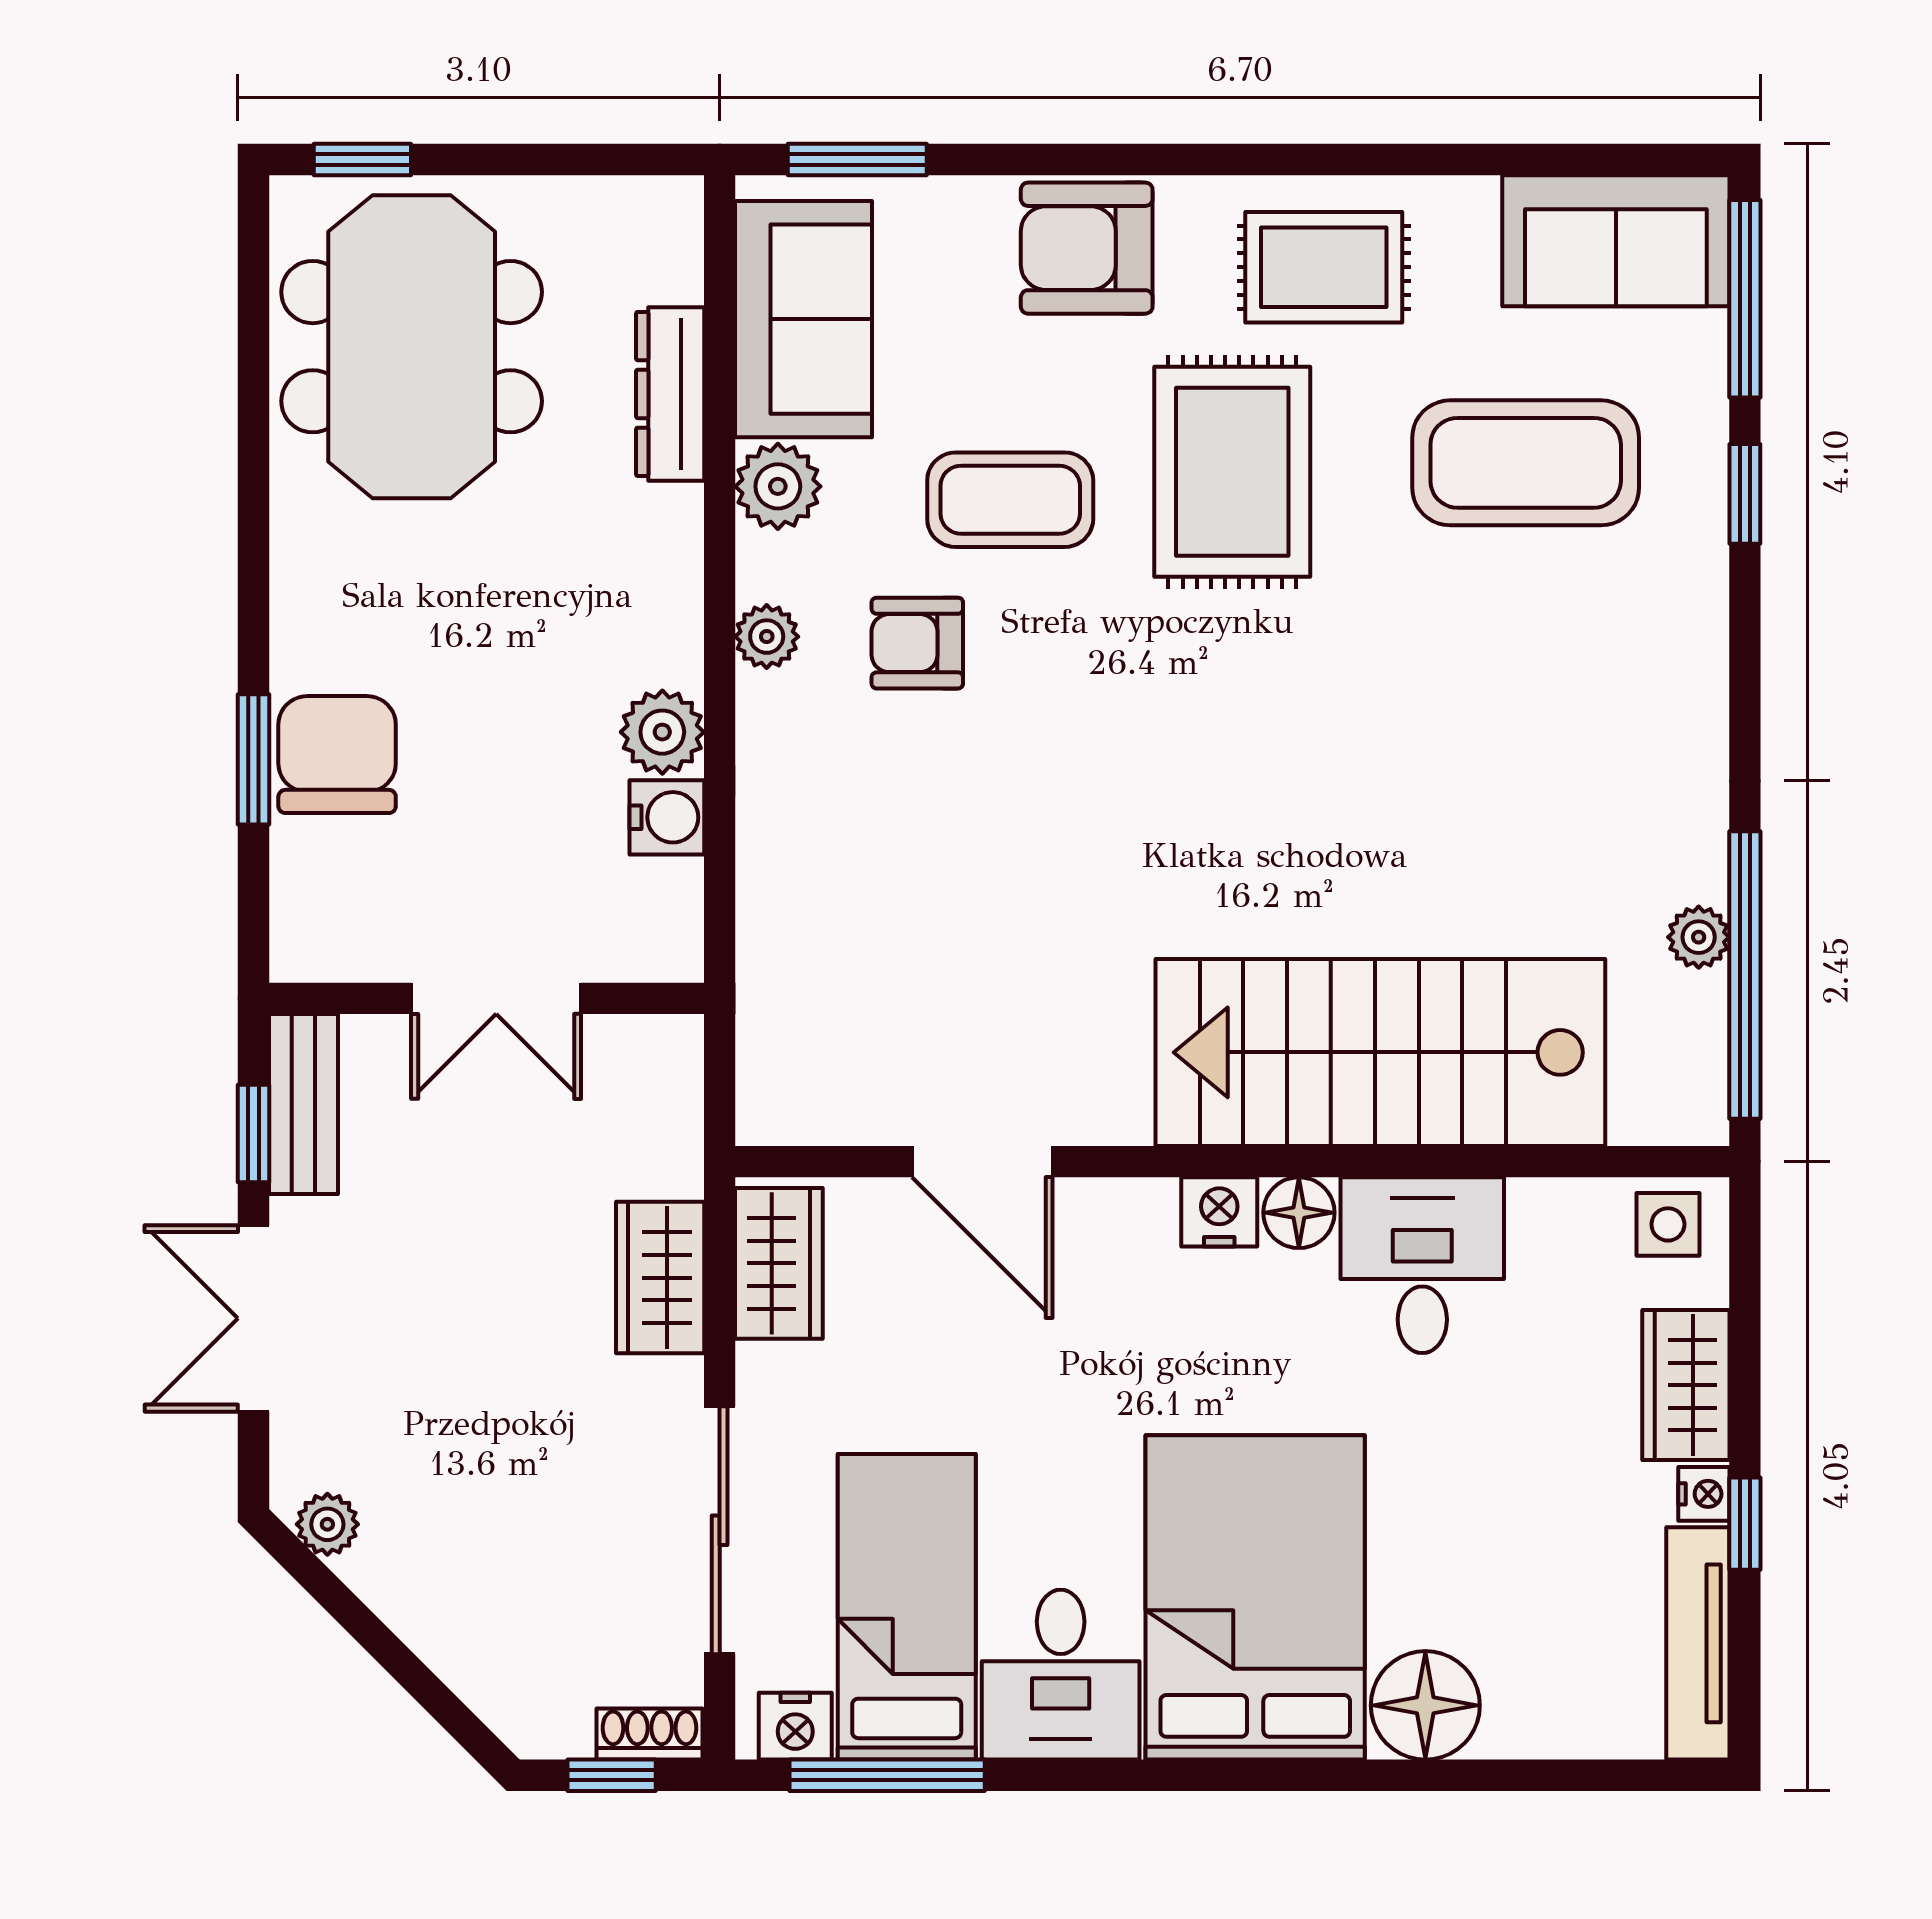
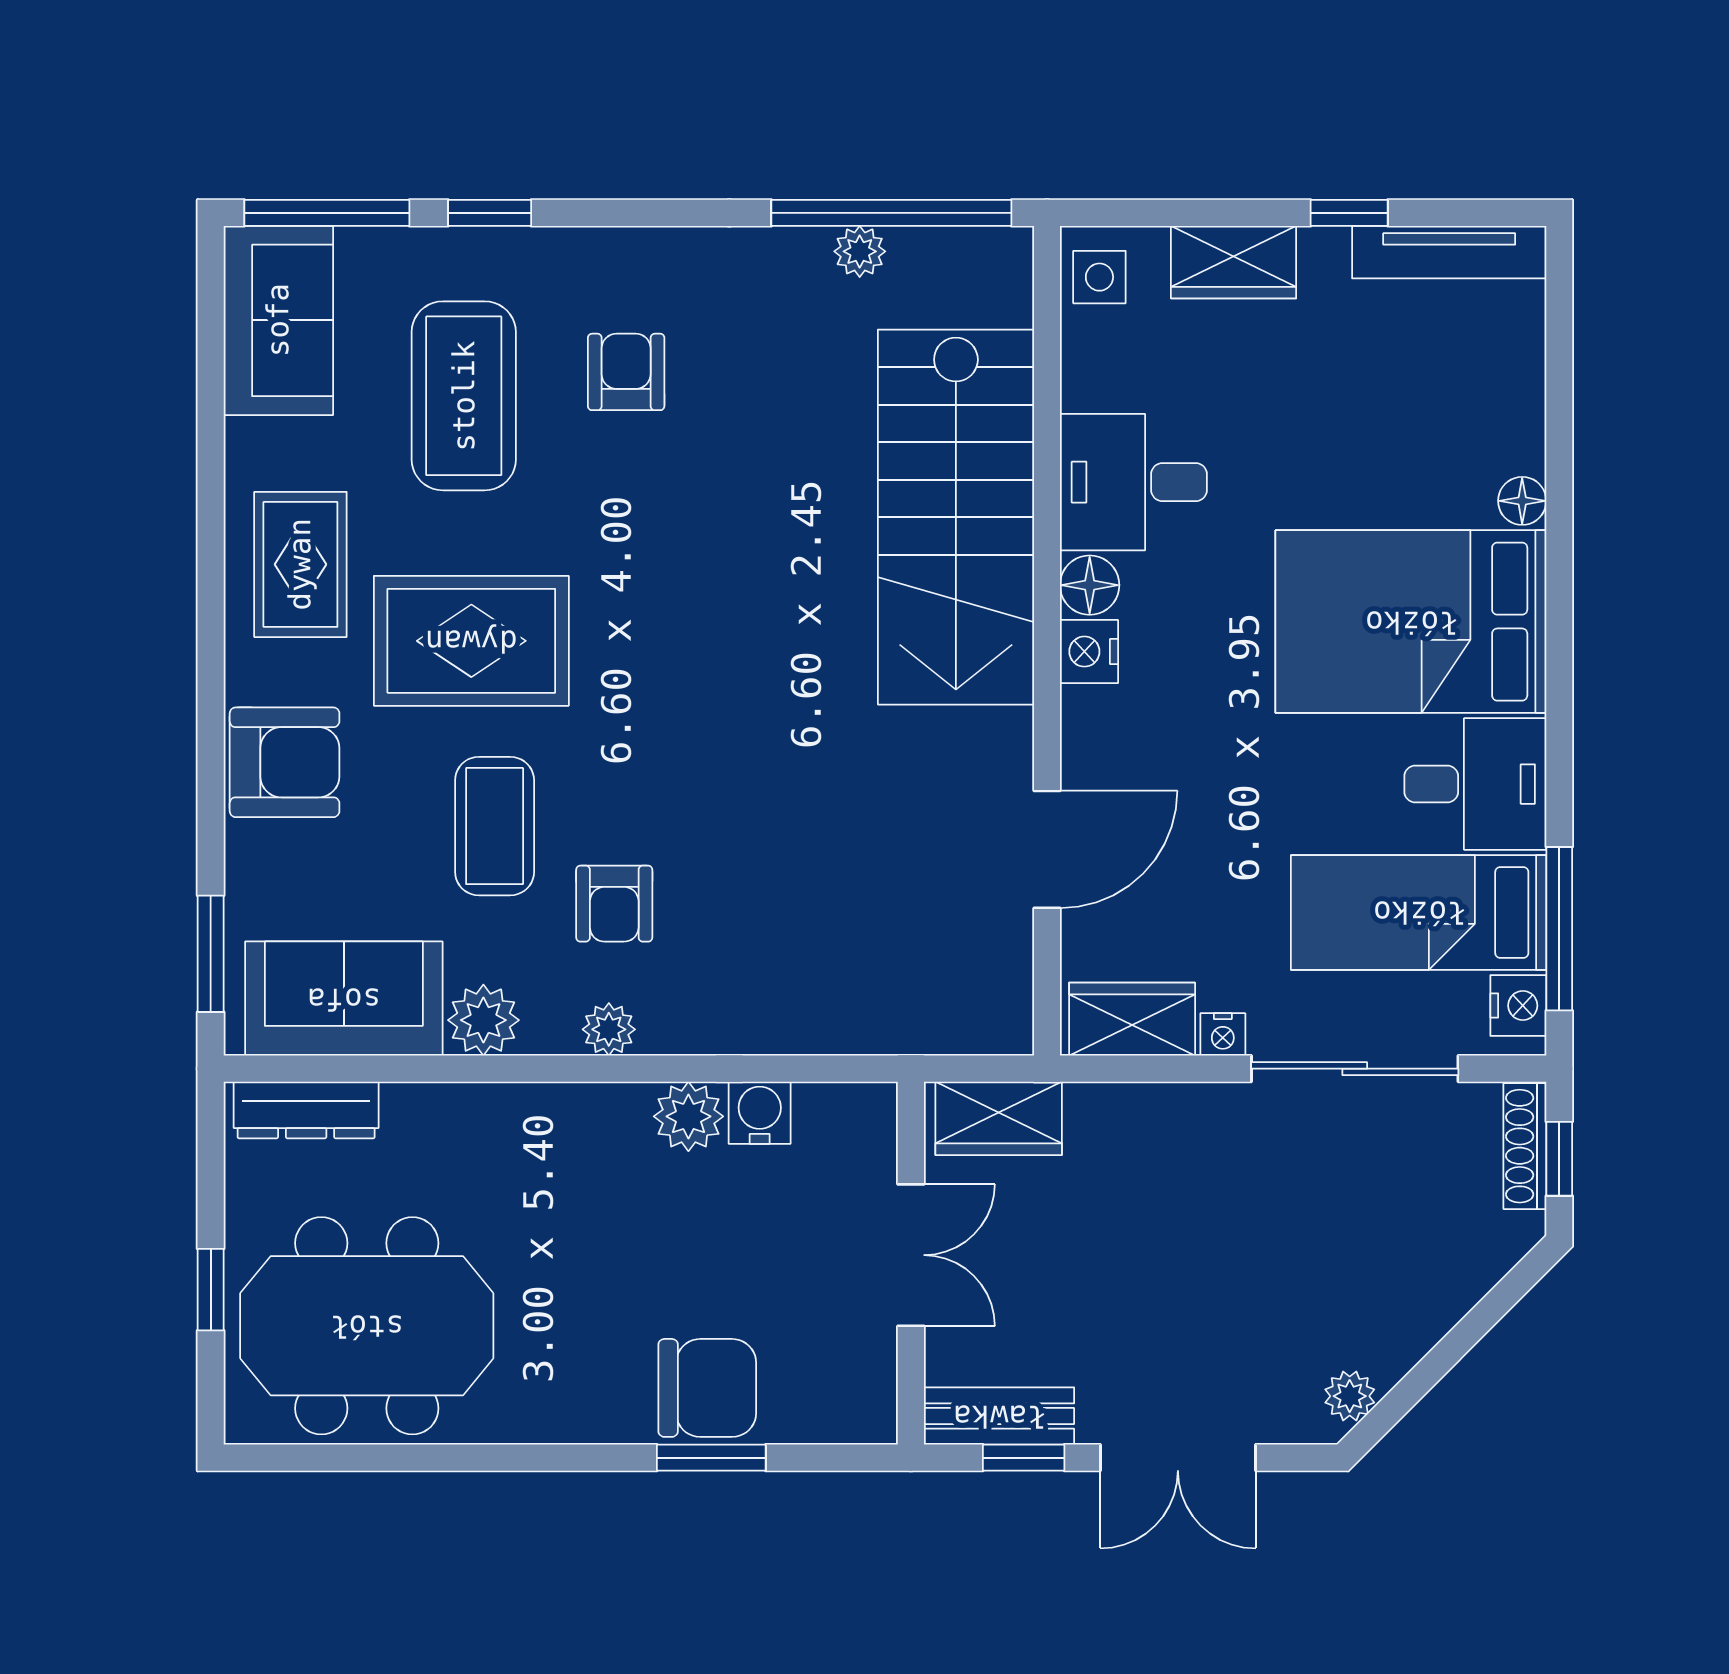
window: (362, 160) -> (211, 1290), moved
armchair: (1087, 248) -> (285, 762), turned -90
dresser: (670, 394) -> (306, 1110), moved
armchair: (1554, 657) -> (626, 372), added
chair: (337, 755) -> (707, 1388), turned 180
wardrobe: (660, 1278) -> (999, 1118), moved
nightstand: (1704, 1494) -> (1223, 1034), moved, turned 180
floor lamp: (1425, 1705) -> (1522, 501), width x0.53, depth x0.53
shoe rack: (649, 1734) -> (1525, 1146), width x1.43

